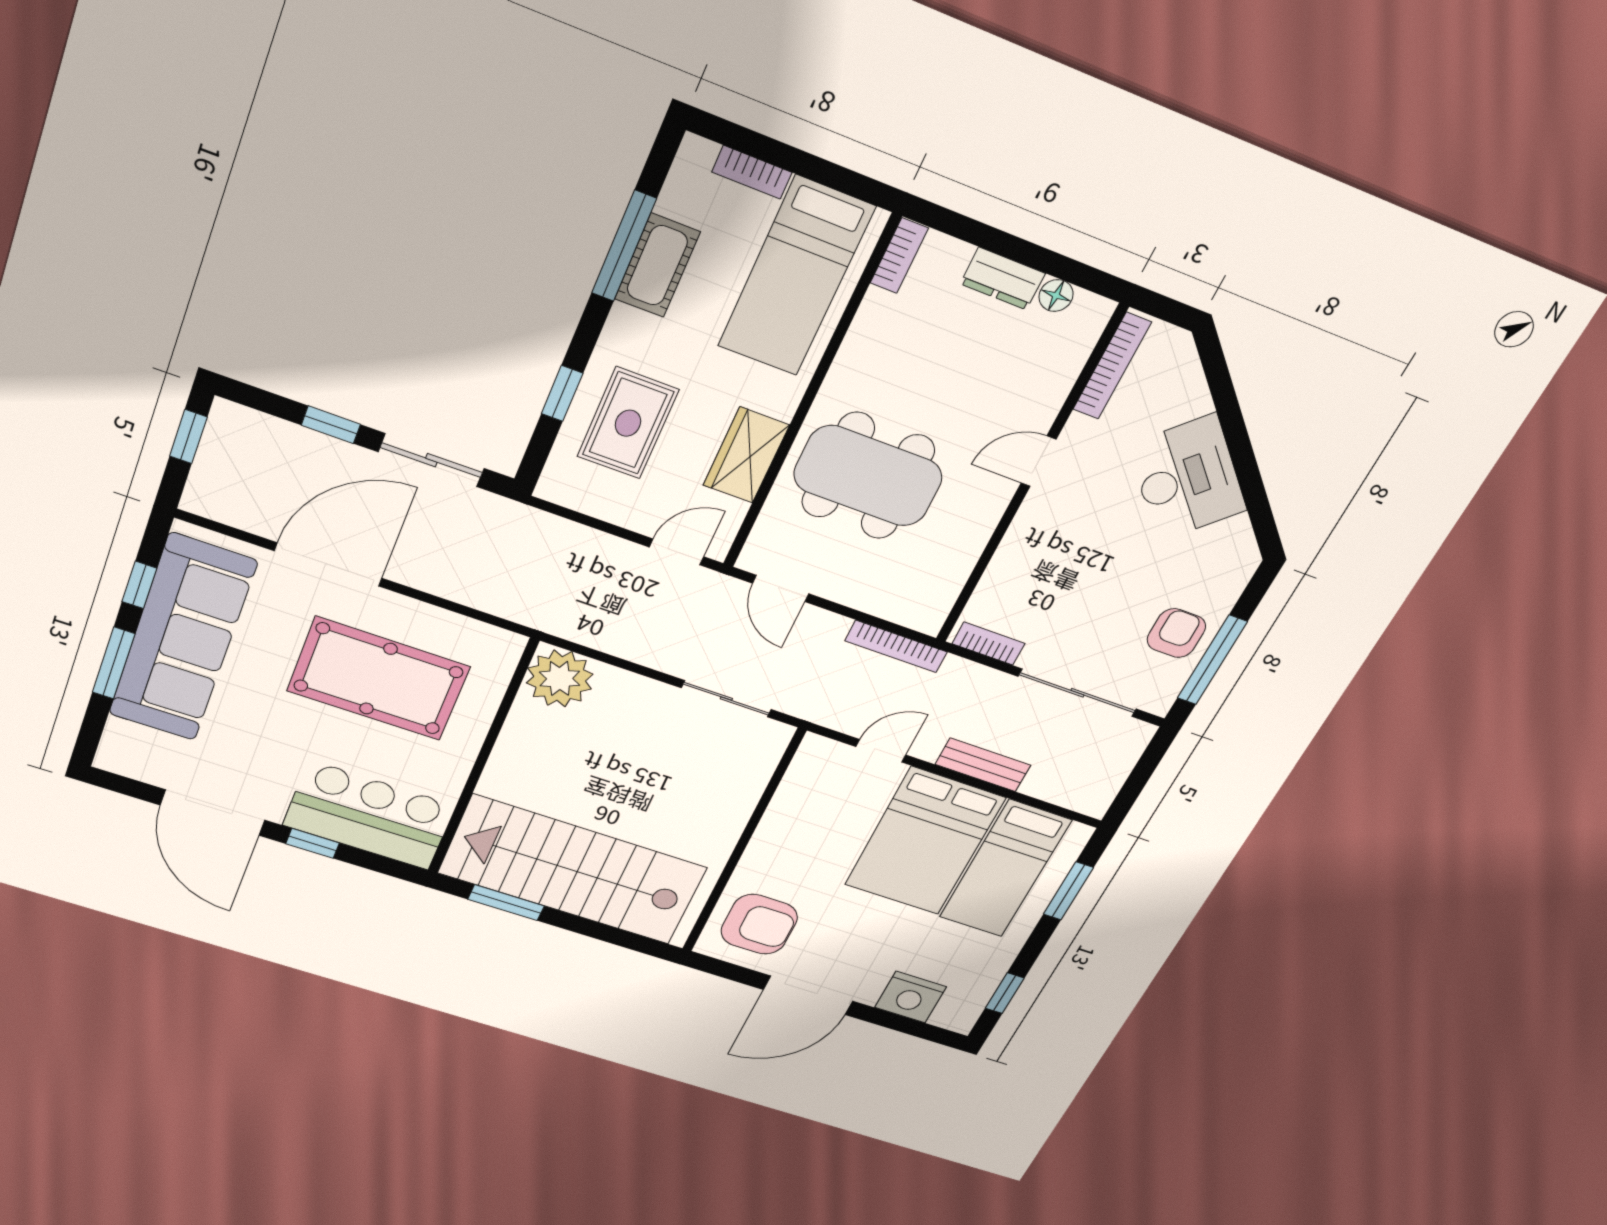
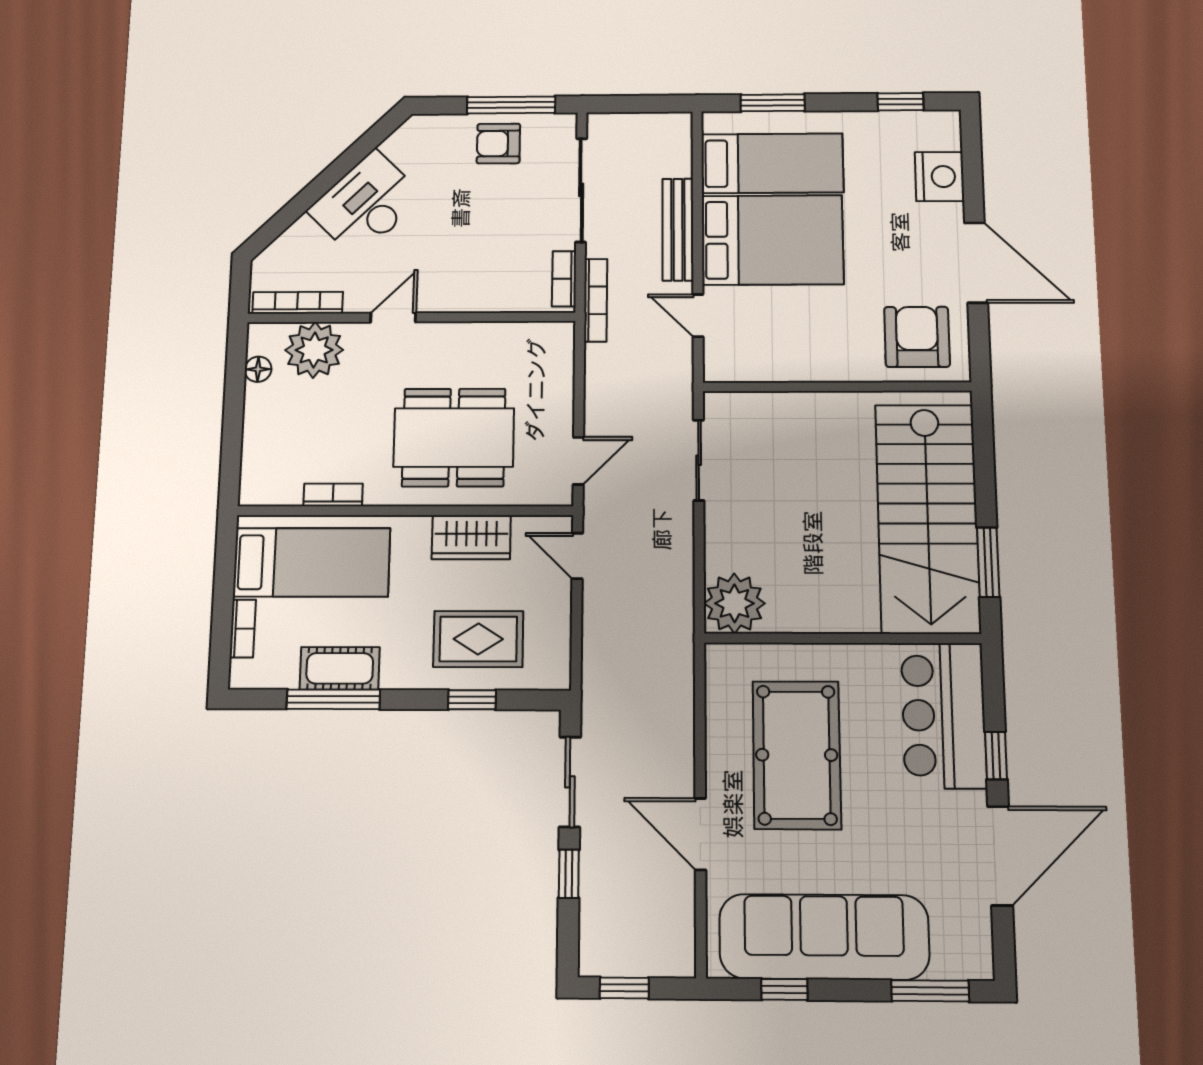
bookcase: (899, 256) -> (333, 495), moved
dresser: (1003, 279) -> (259, 413), removed
plant: (1046, 365) -> (314, 350), added
door: (1038, 461) -> (393, 317), swing flipped
dining table: (868, 476) -> (454, 437), turned 90
door: (328, 565) -> (700, 834), width x0.73
bookcase: (896, 646) -> (596, 300), moved
window: (114, 663) -> (930, 991), moved
bench: (983, 765) -> (678, 230), width x1.36

